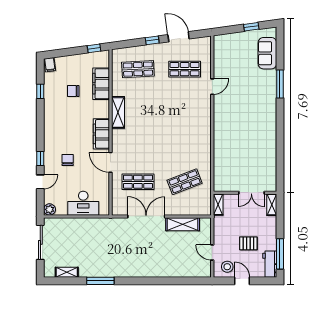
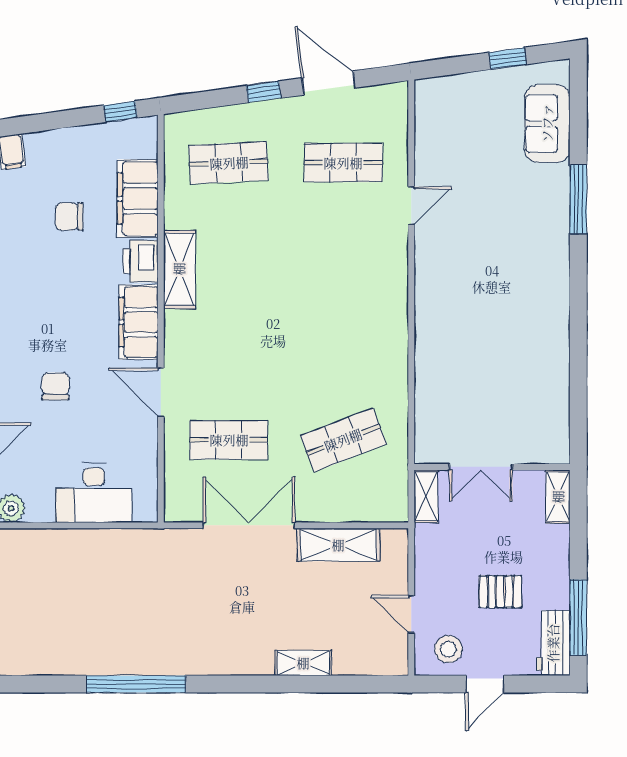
printer: (102, 109) -> (140, 261), added
double door: (251, 193) -> (481, 467), moved
shelving: (67, 272) -> (303, 663), moved
window: (100, 281) -> (136, 684), width x1.46
door: (242, 281) -> (485, 684), swing flipped

